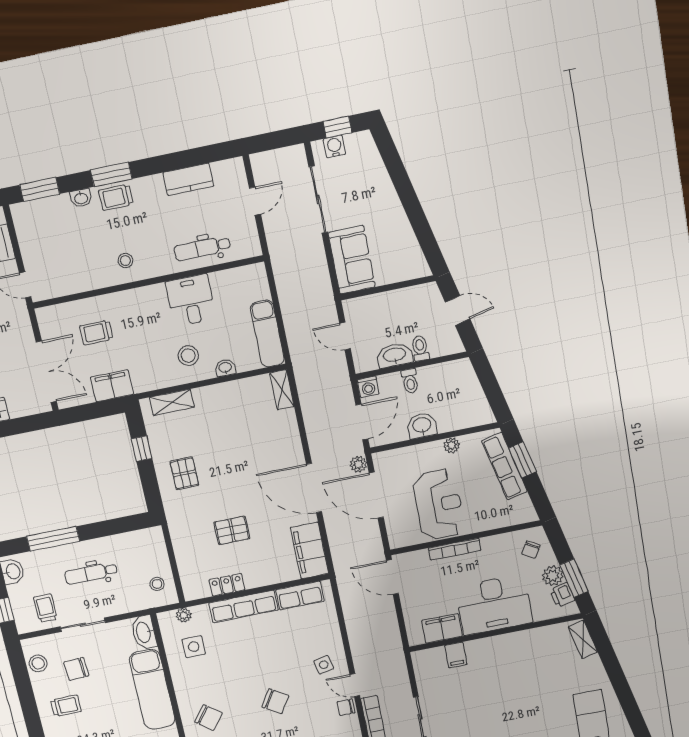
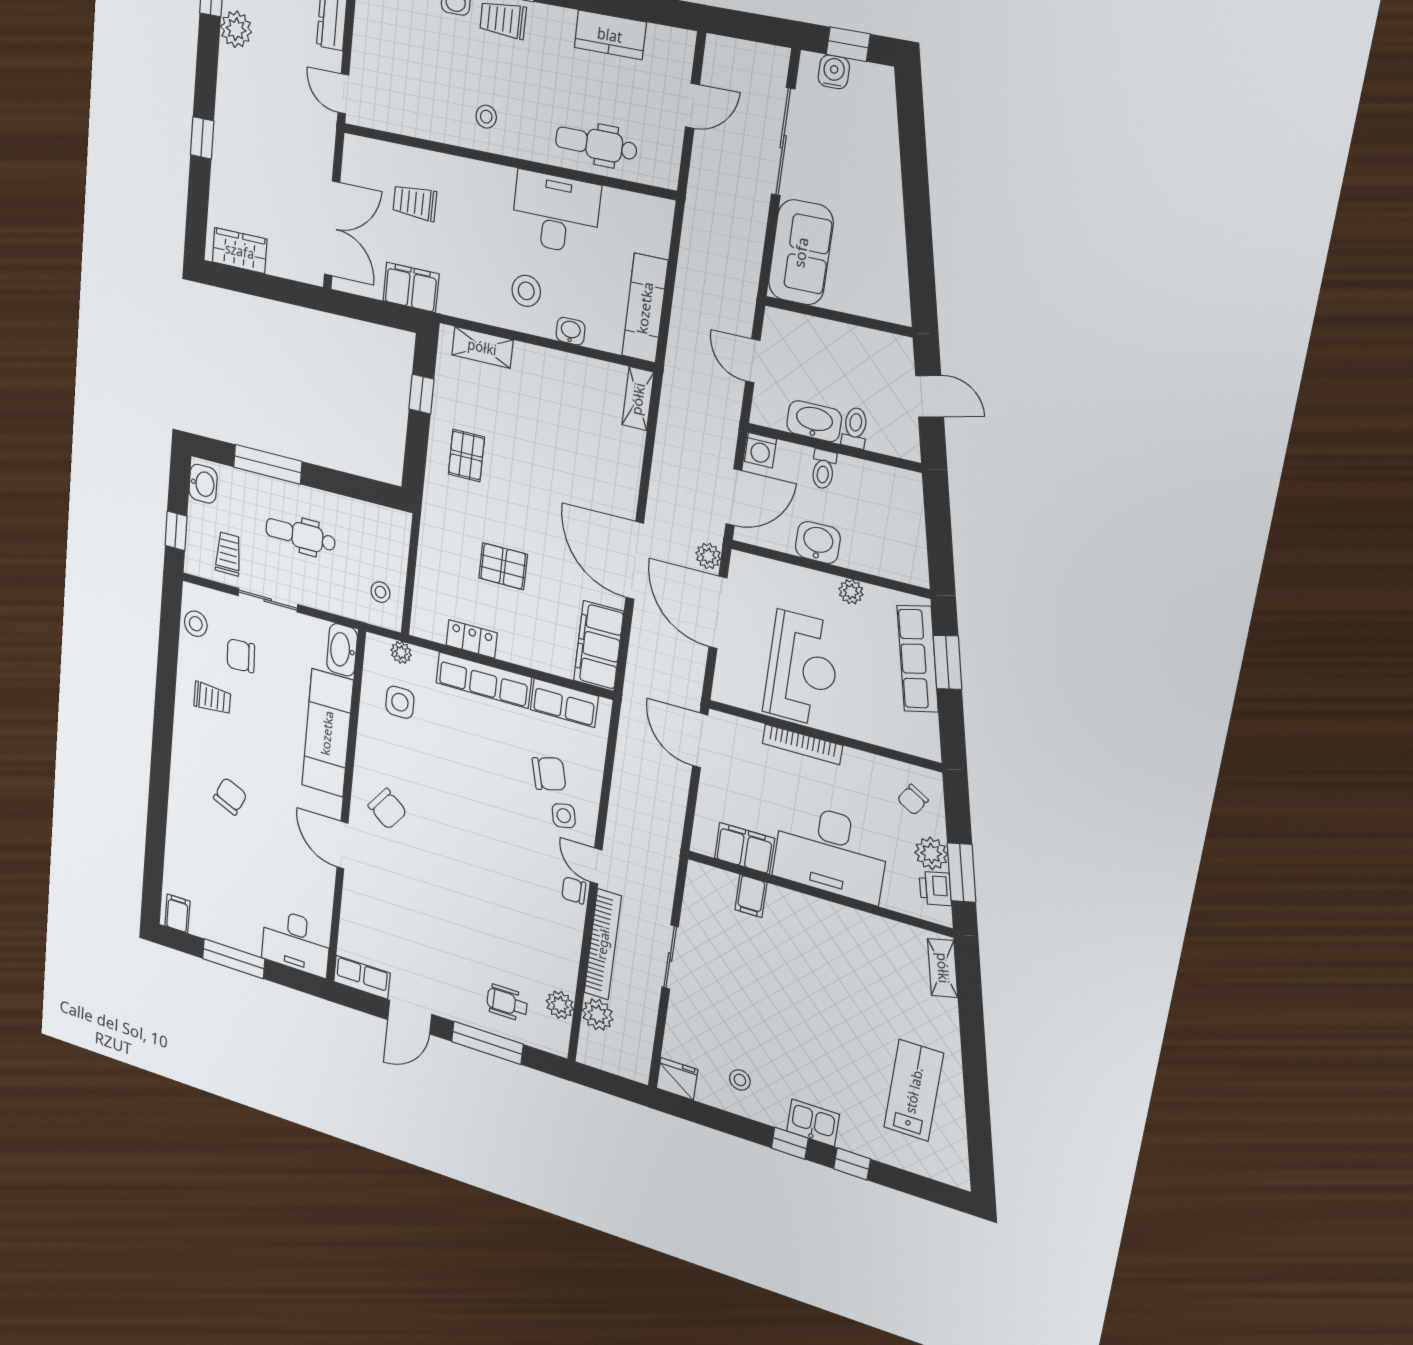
desk: (191, 300) -> (556, 213), width x1.37
chair: (275, 701) -> (549, 774), moved, turned -47

